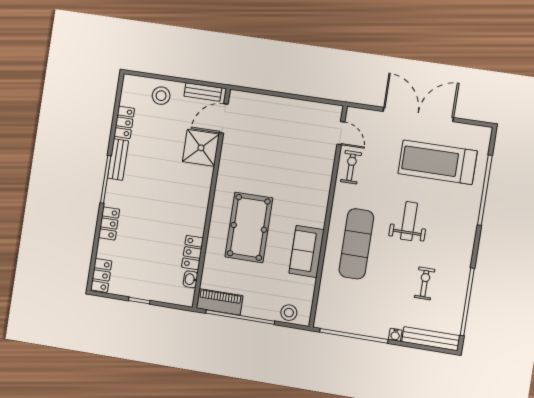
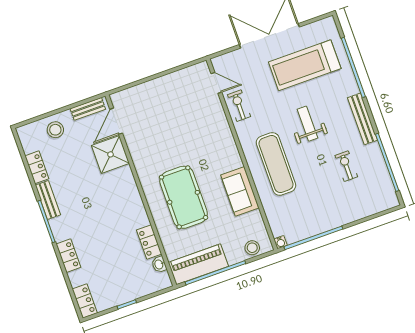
piano: (220, 302) -> (198, 264), width x1.37, depth x1.33
water cooler: (395, 335) -> (281, 242), moved
bench: (431, 339) -> (363, 119), moved, turned 90

